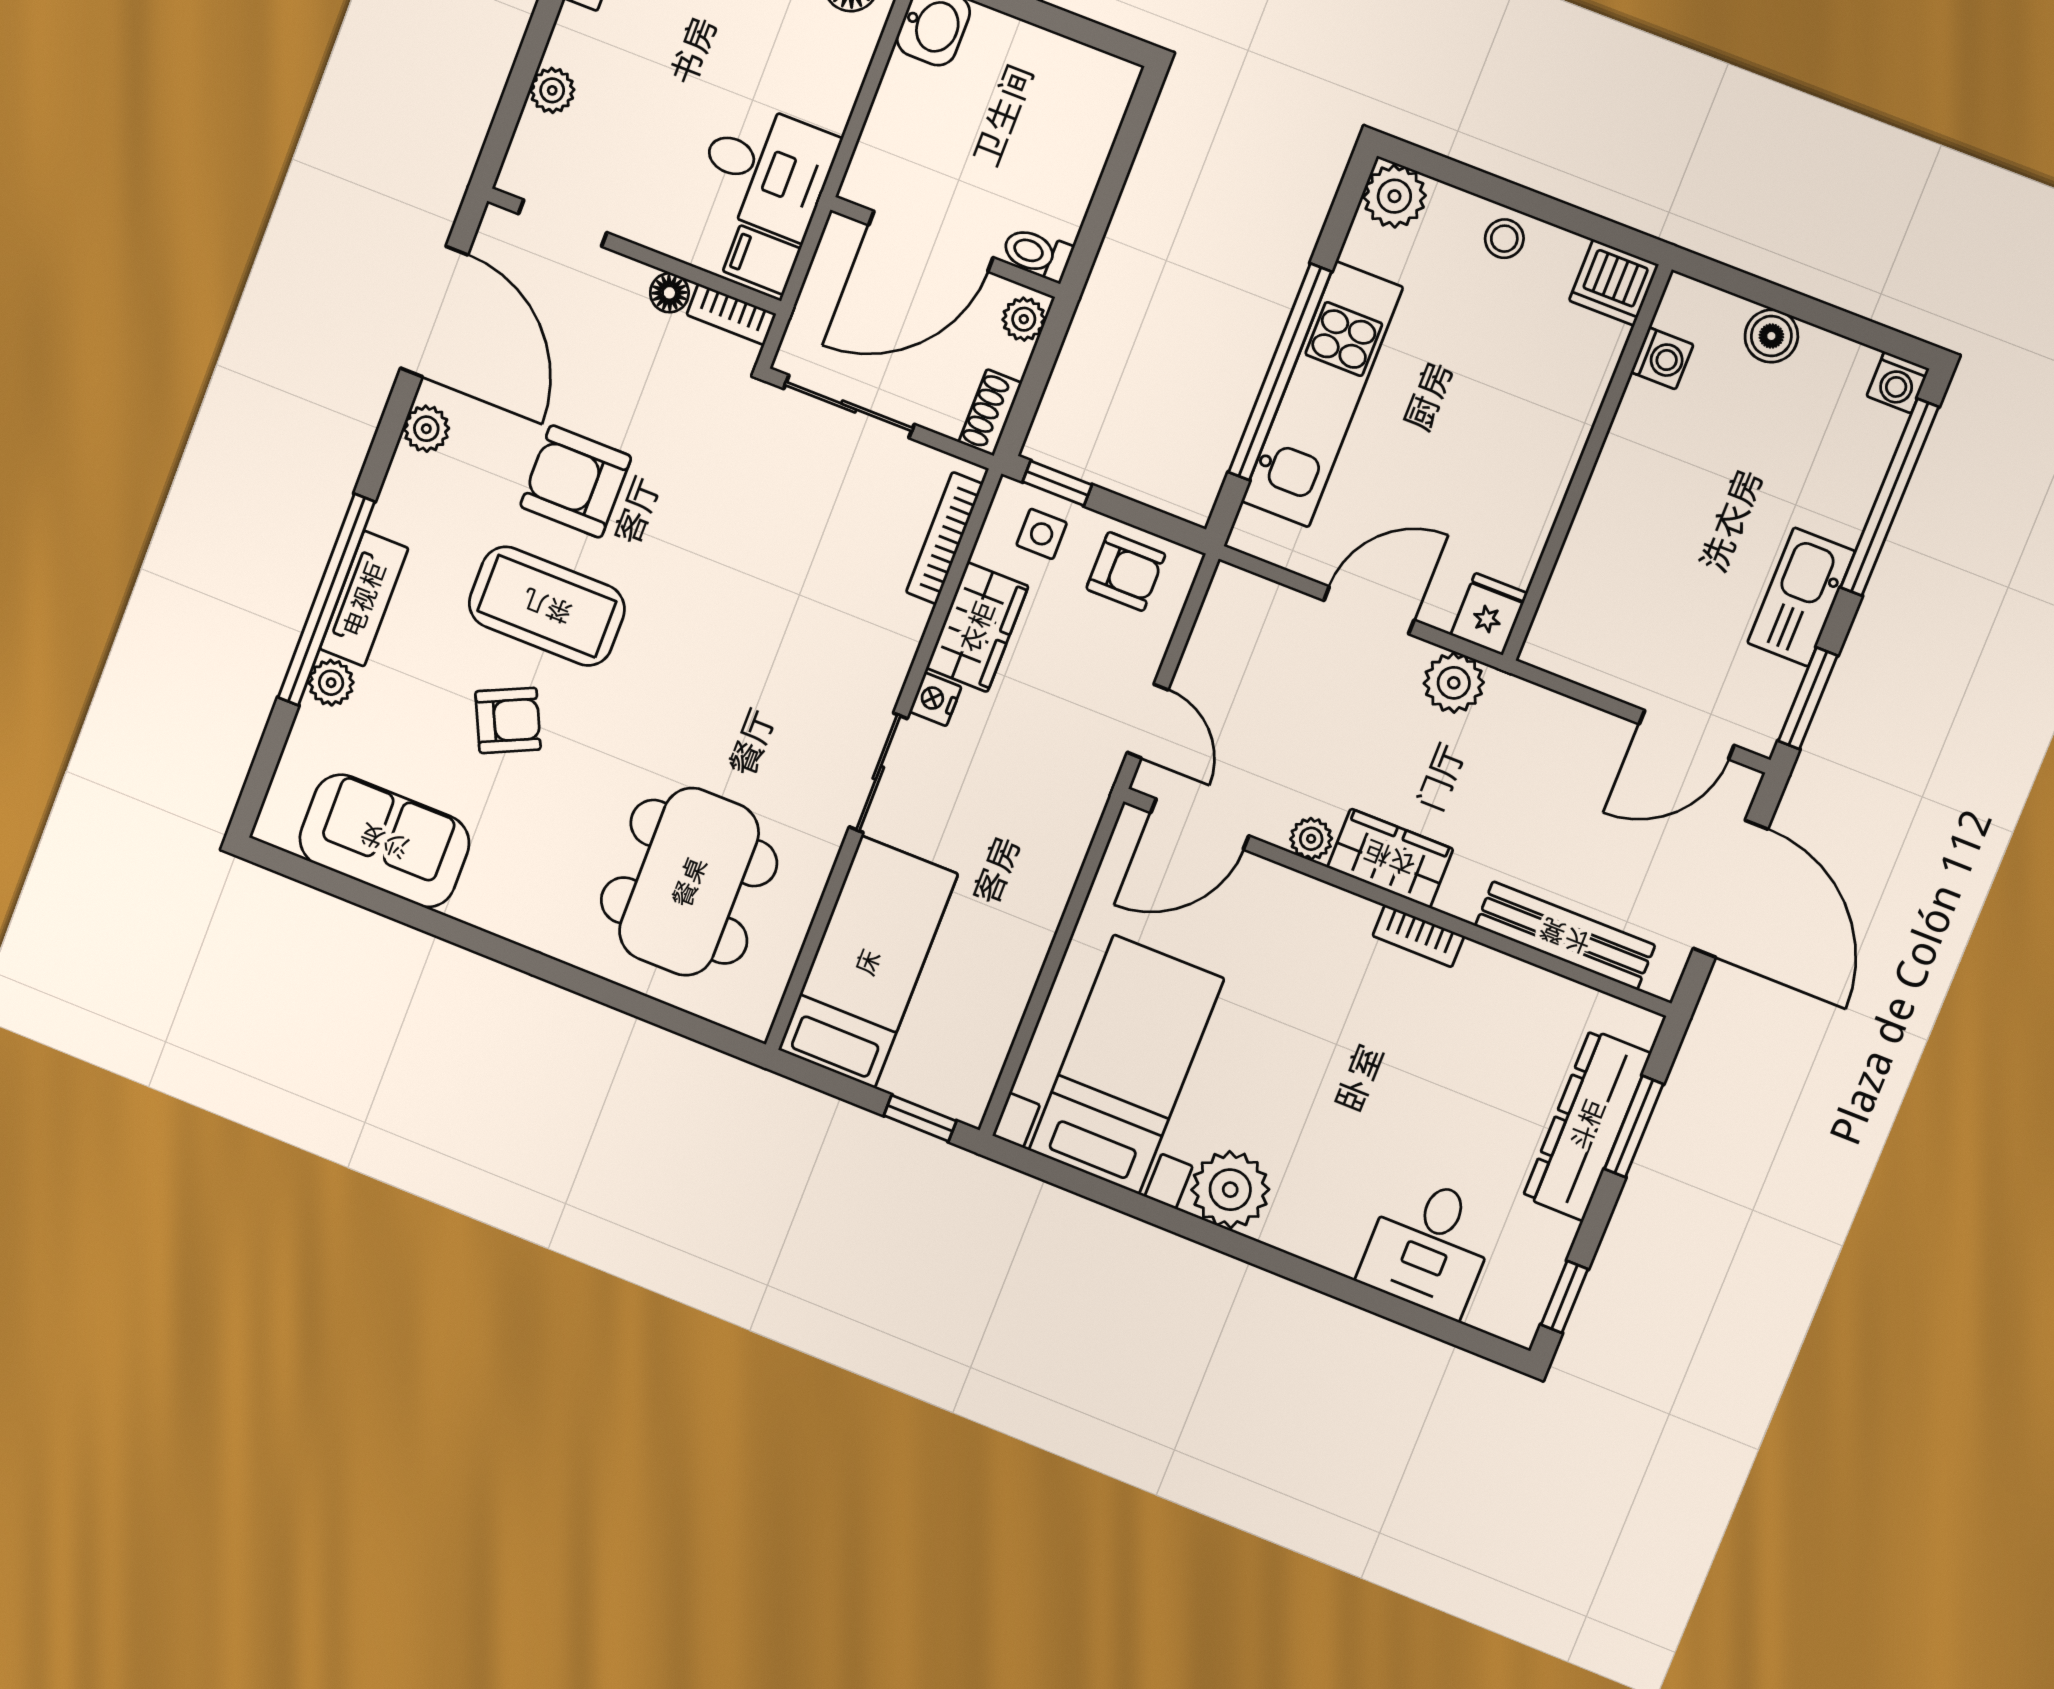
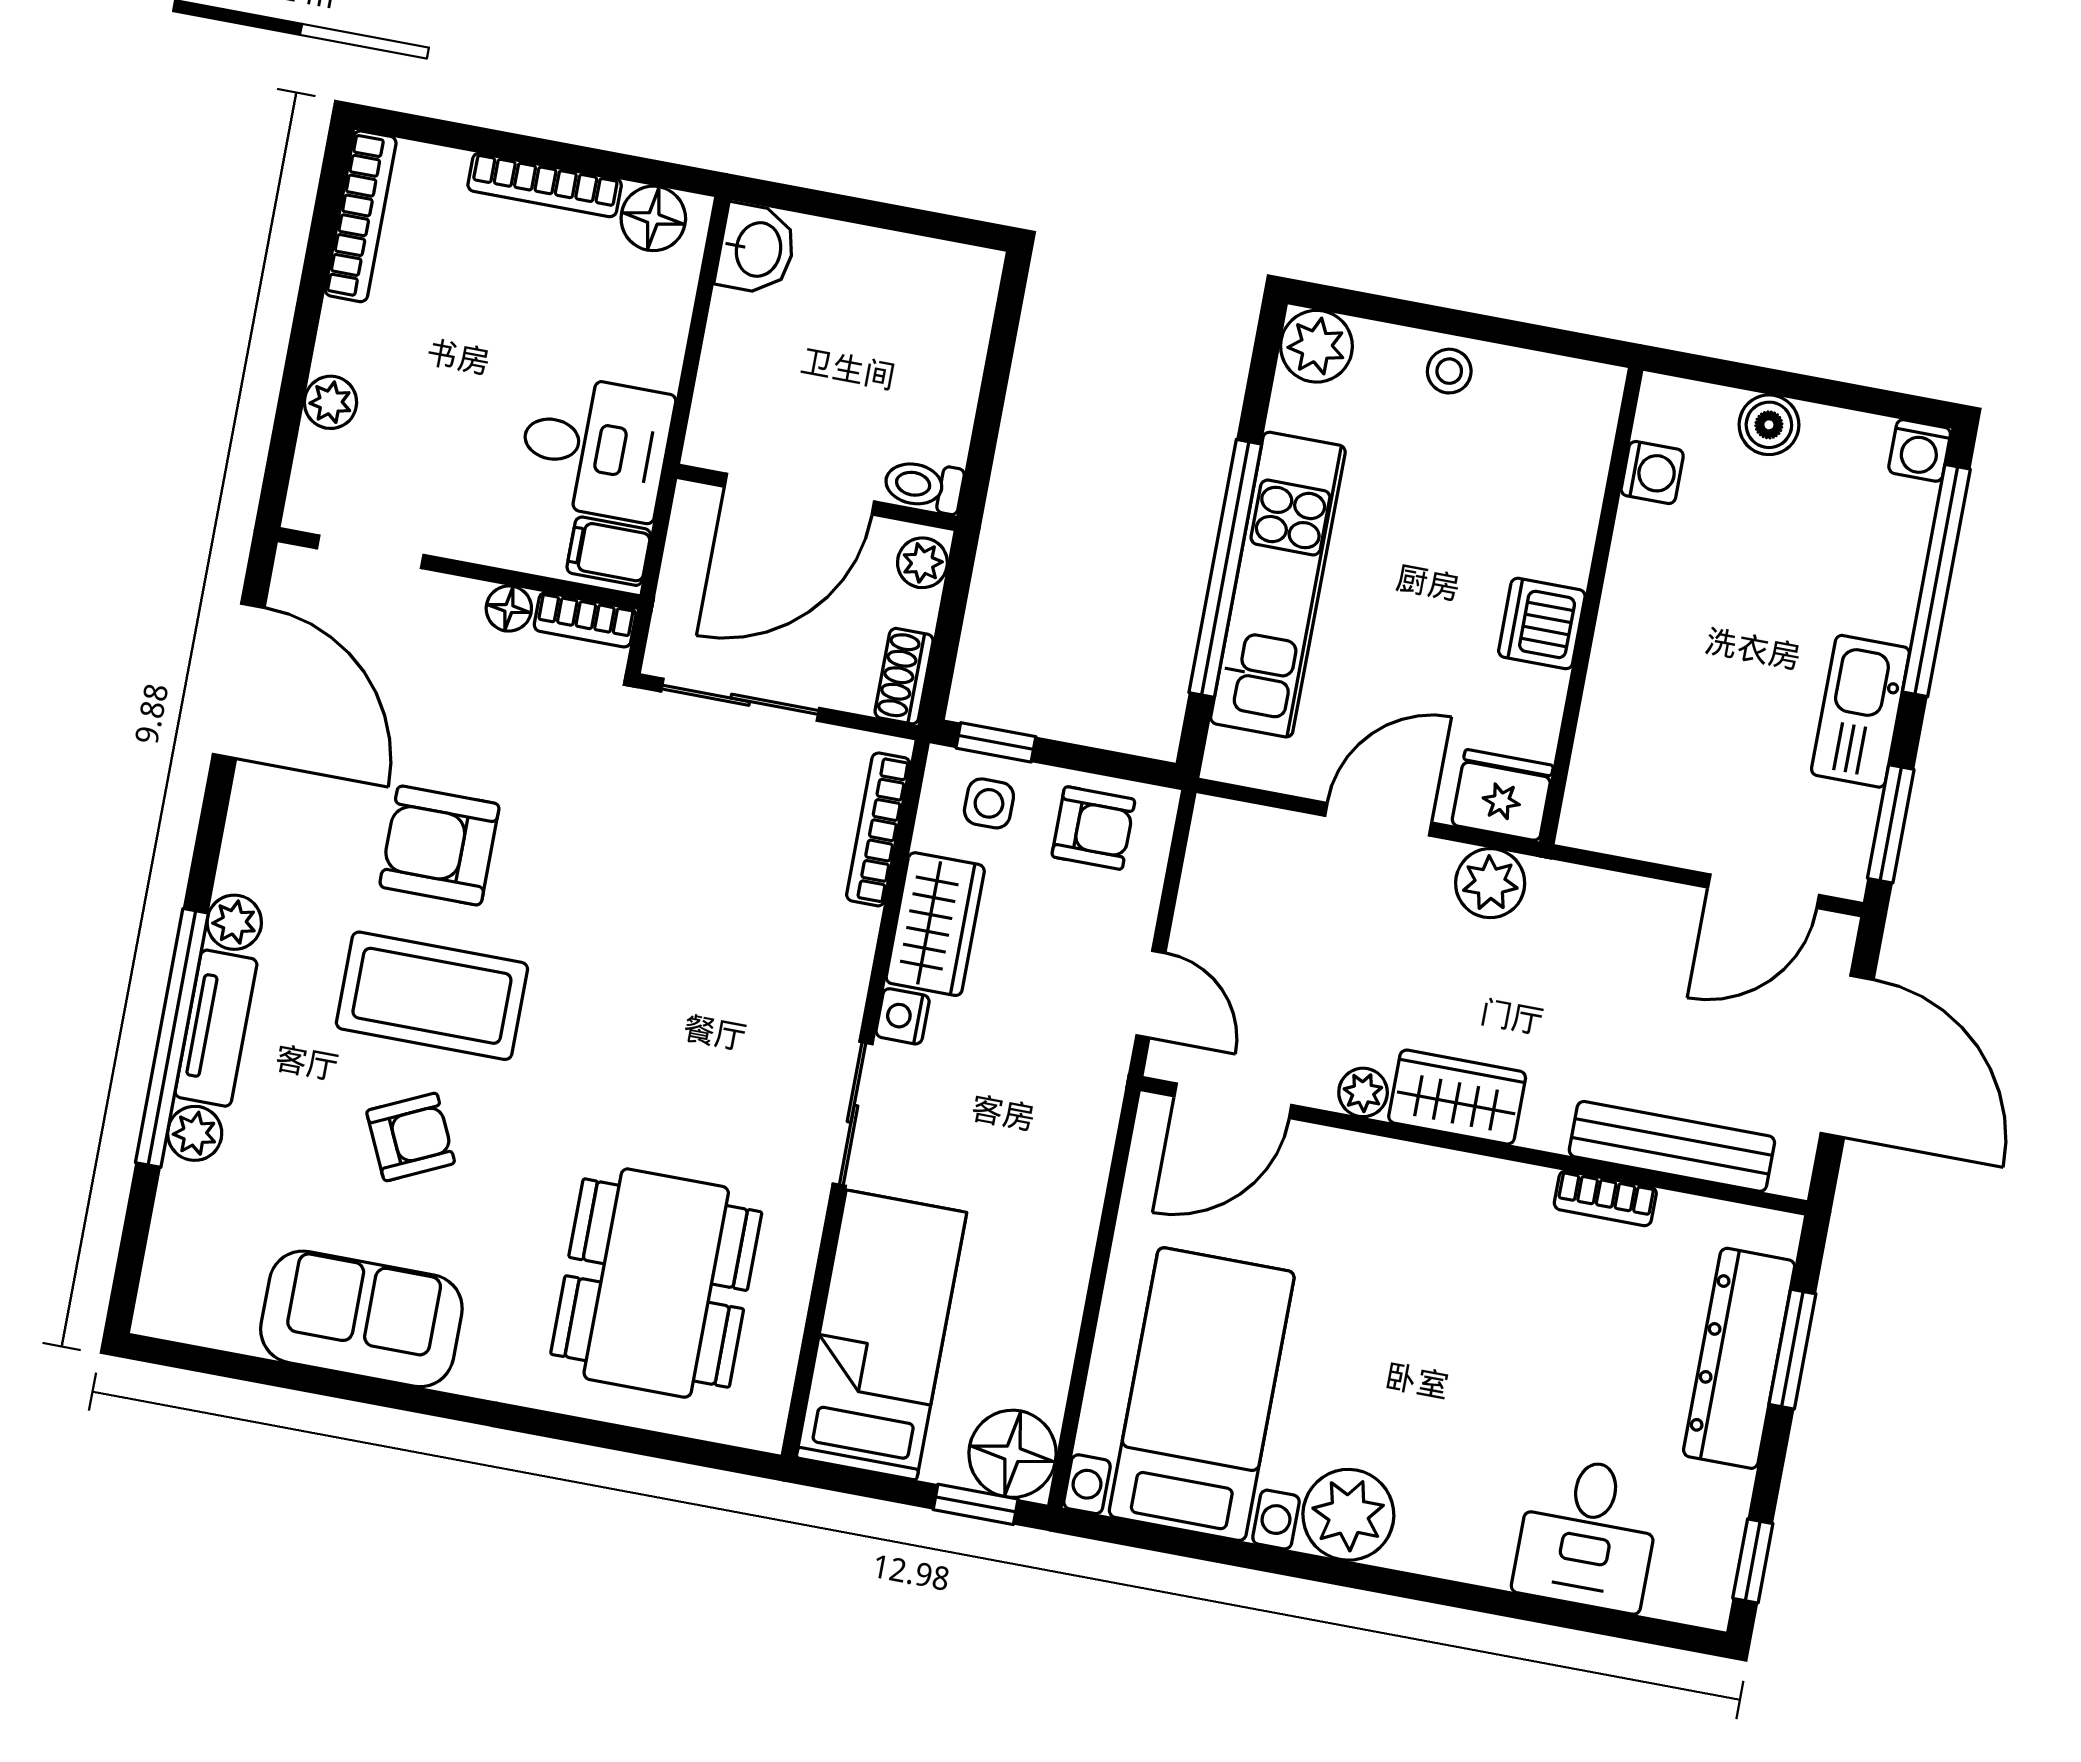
dishwasher: (1614, 283) -> (1542, 623), moved, turned 90
plant: (426, 429) -> (234, 922), moved
fridge: (1489, 614) -> (1502, 795), width x1.38
sofa: (384, 841) -> (361, 1319), moved
bookcase: (1418, 936) -> (1605, 1198), moved
floor lamp: (959, 1082) -> (1013, 1454), added

